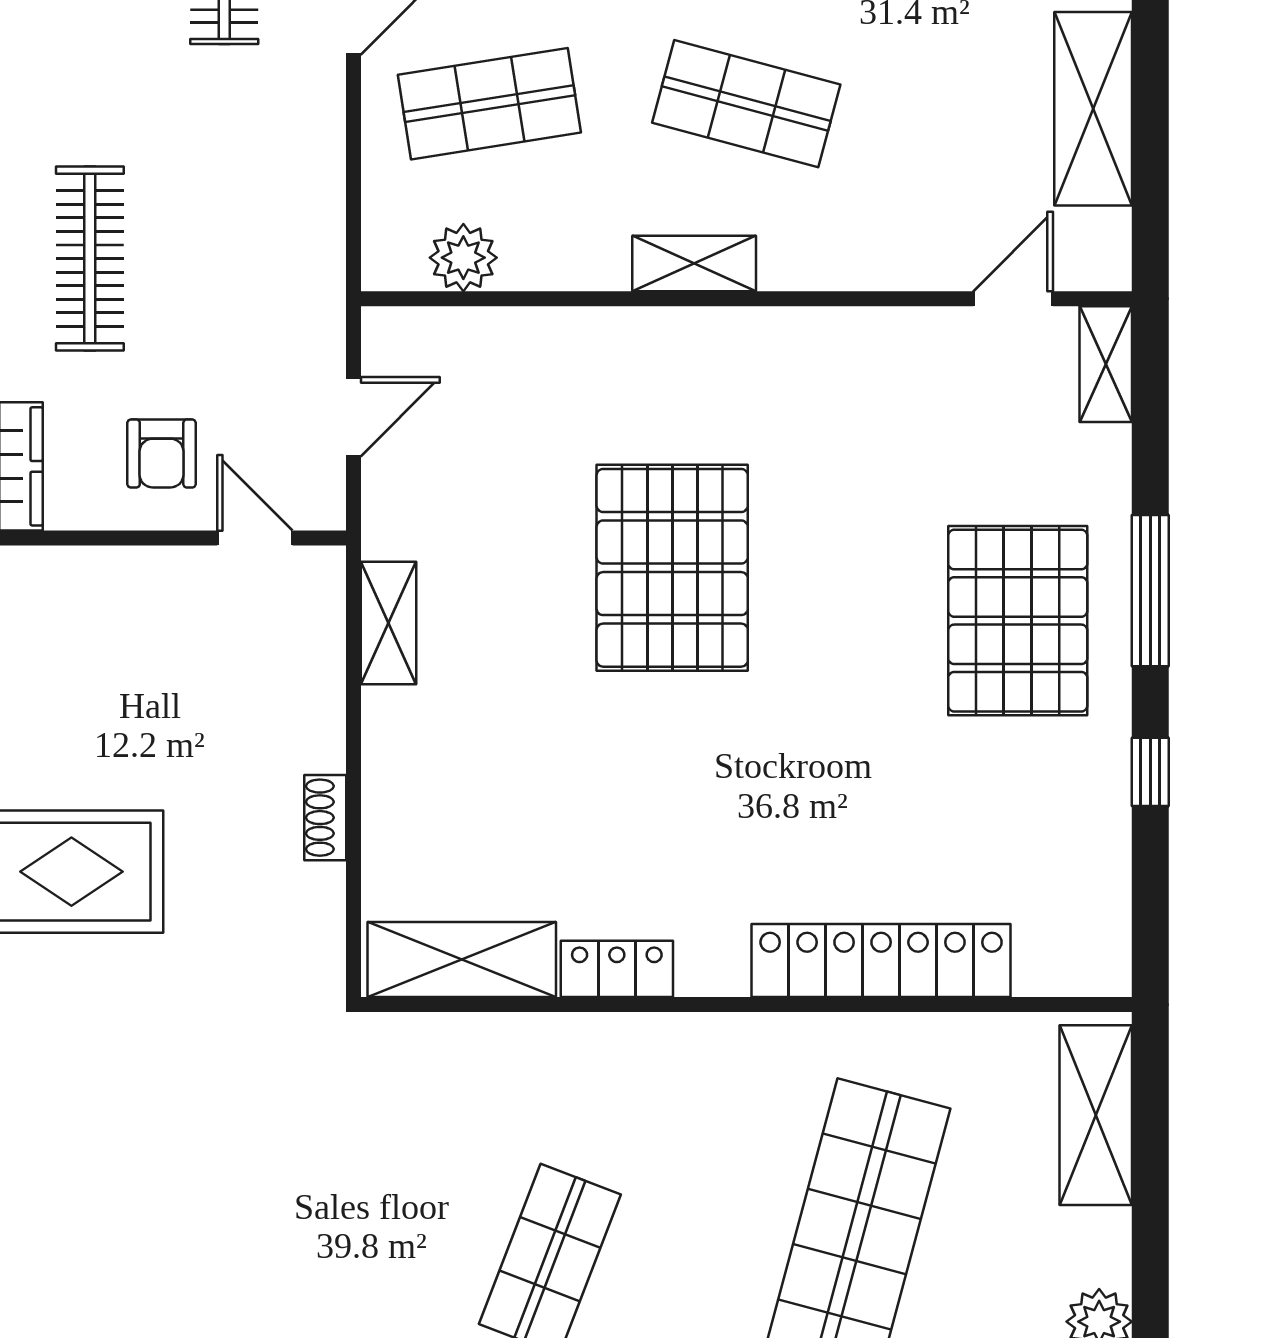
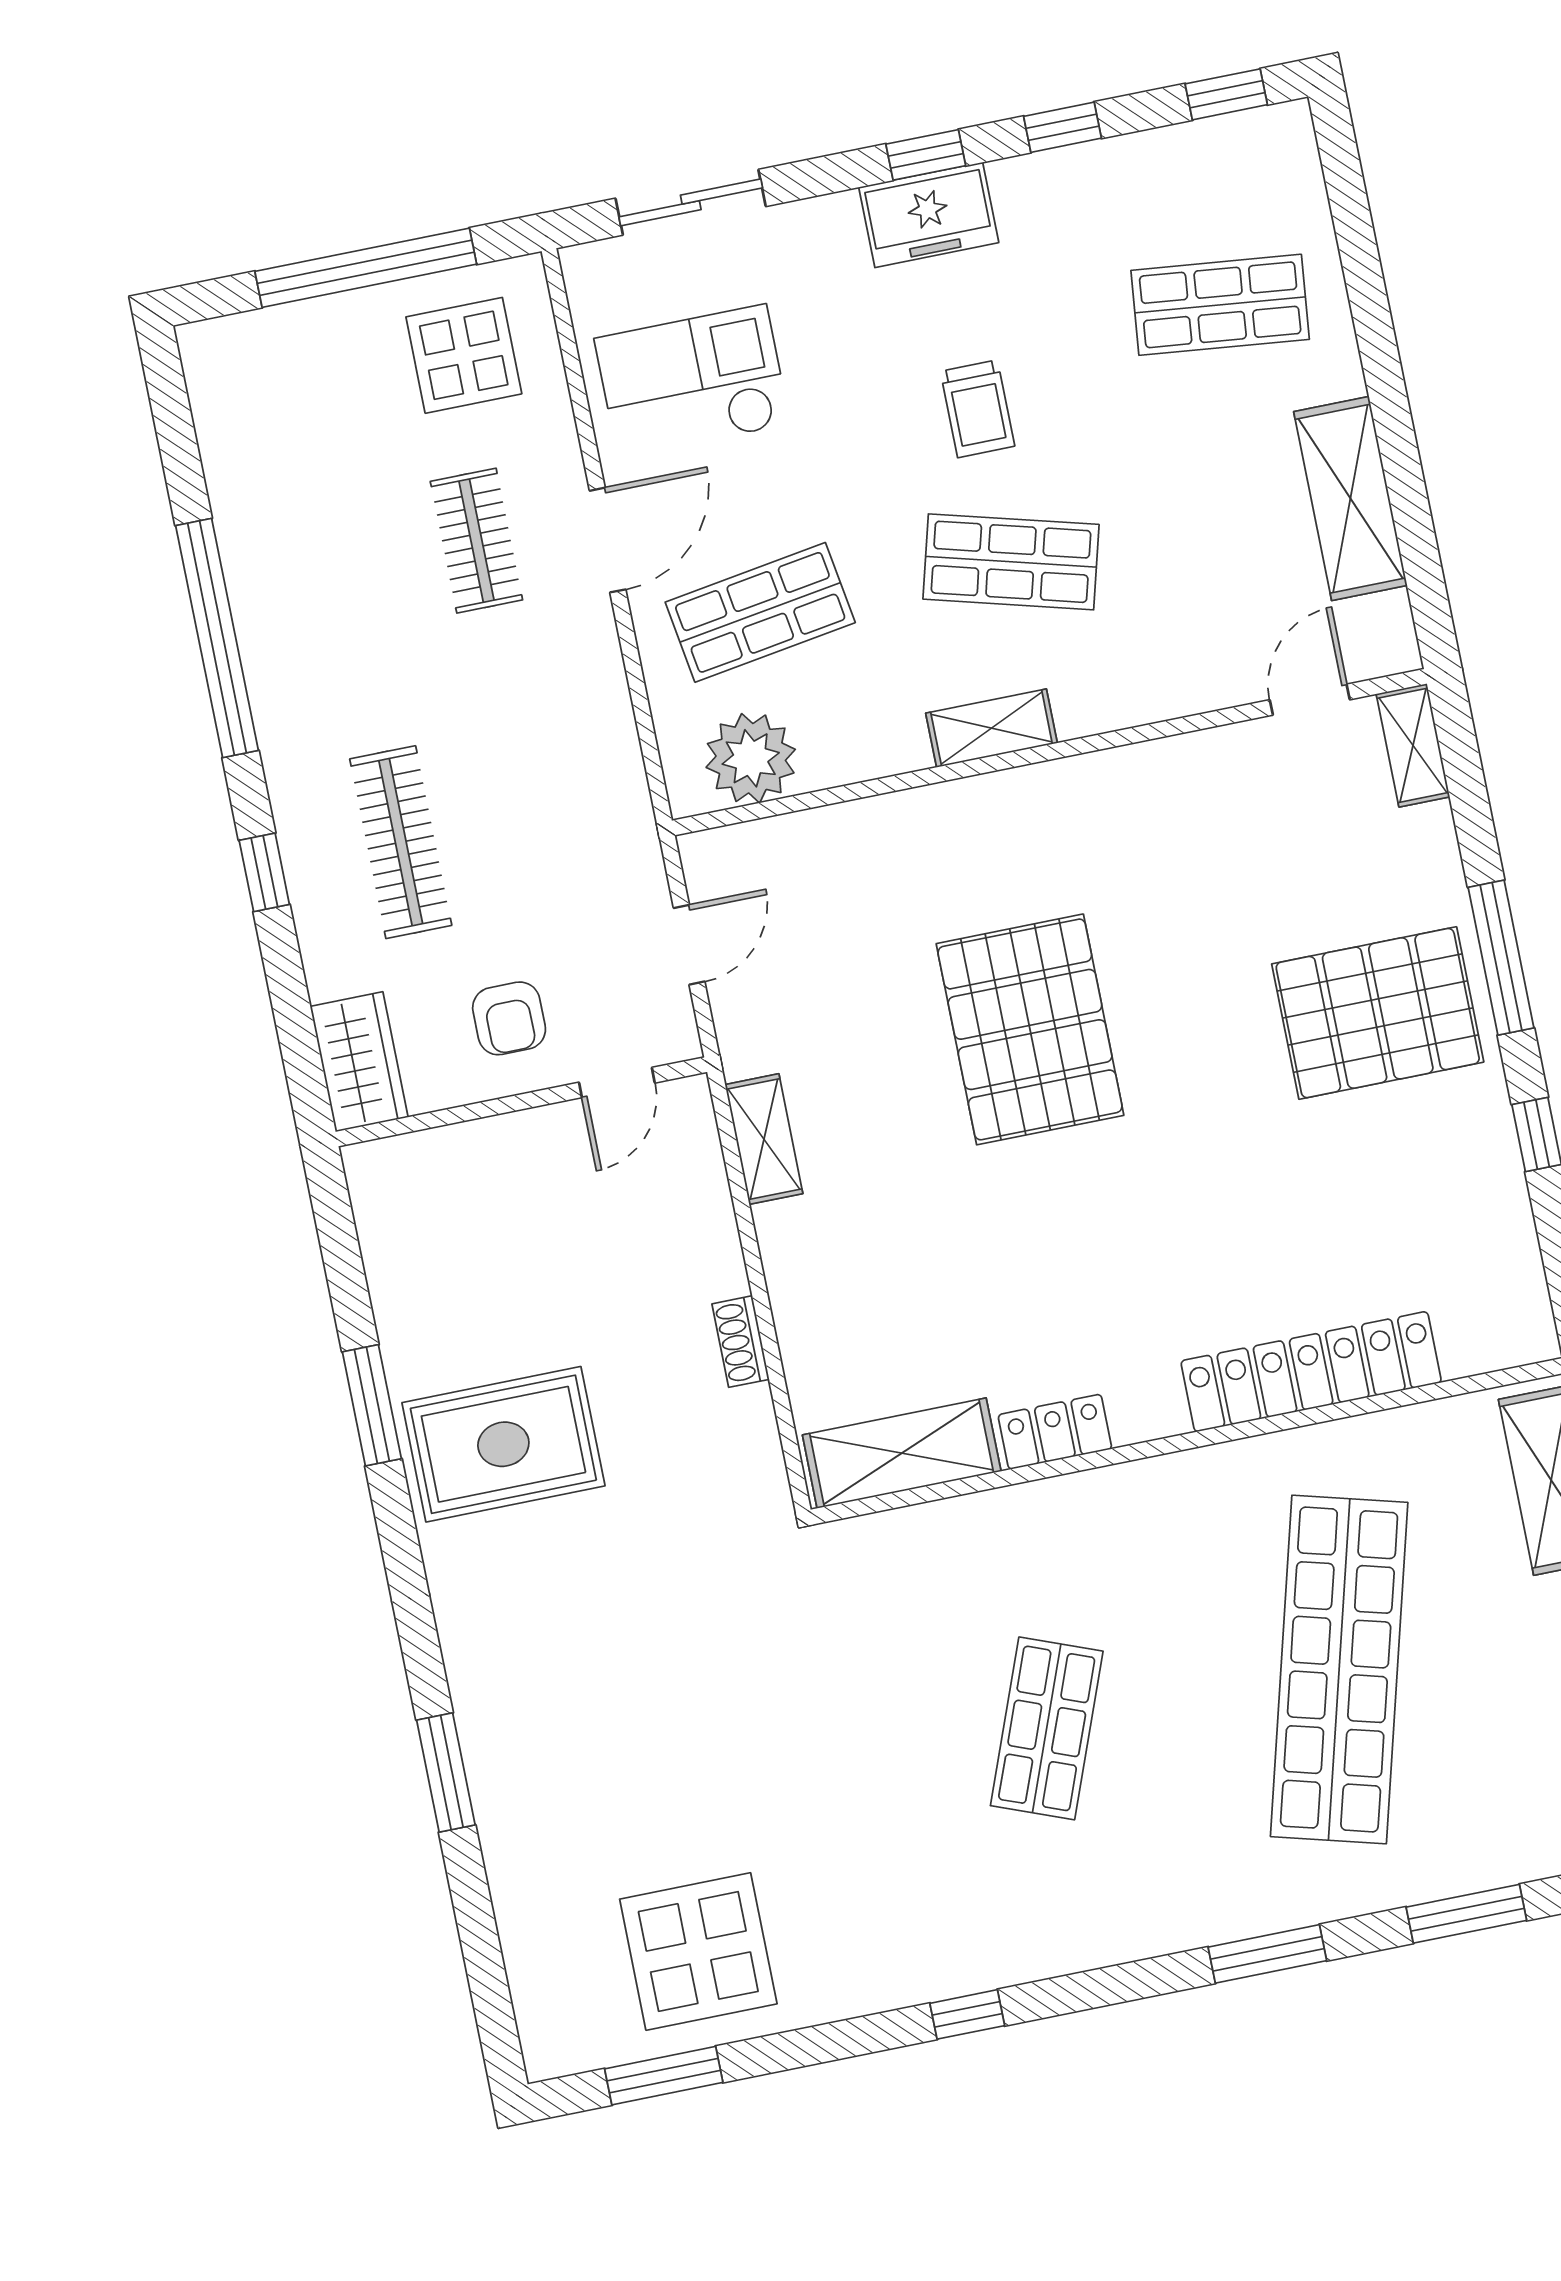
plant: (463, 258) -> (751, 758), width x1.36, depth x1.36
door: (255, 538) -> (617, 1083), swing flipped
pallet: (1018, 621) -> (1378, 1013), turned 90

